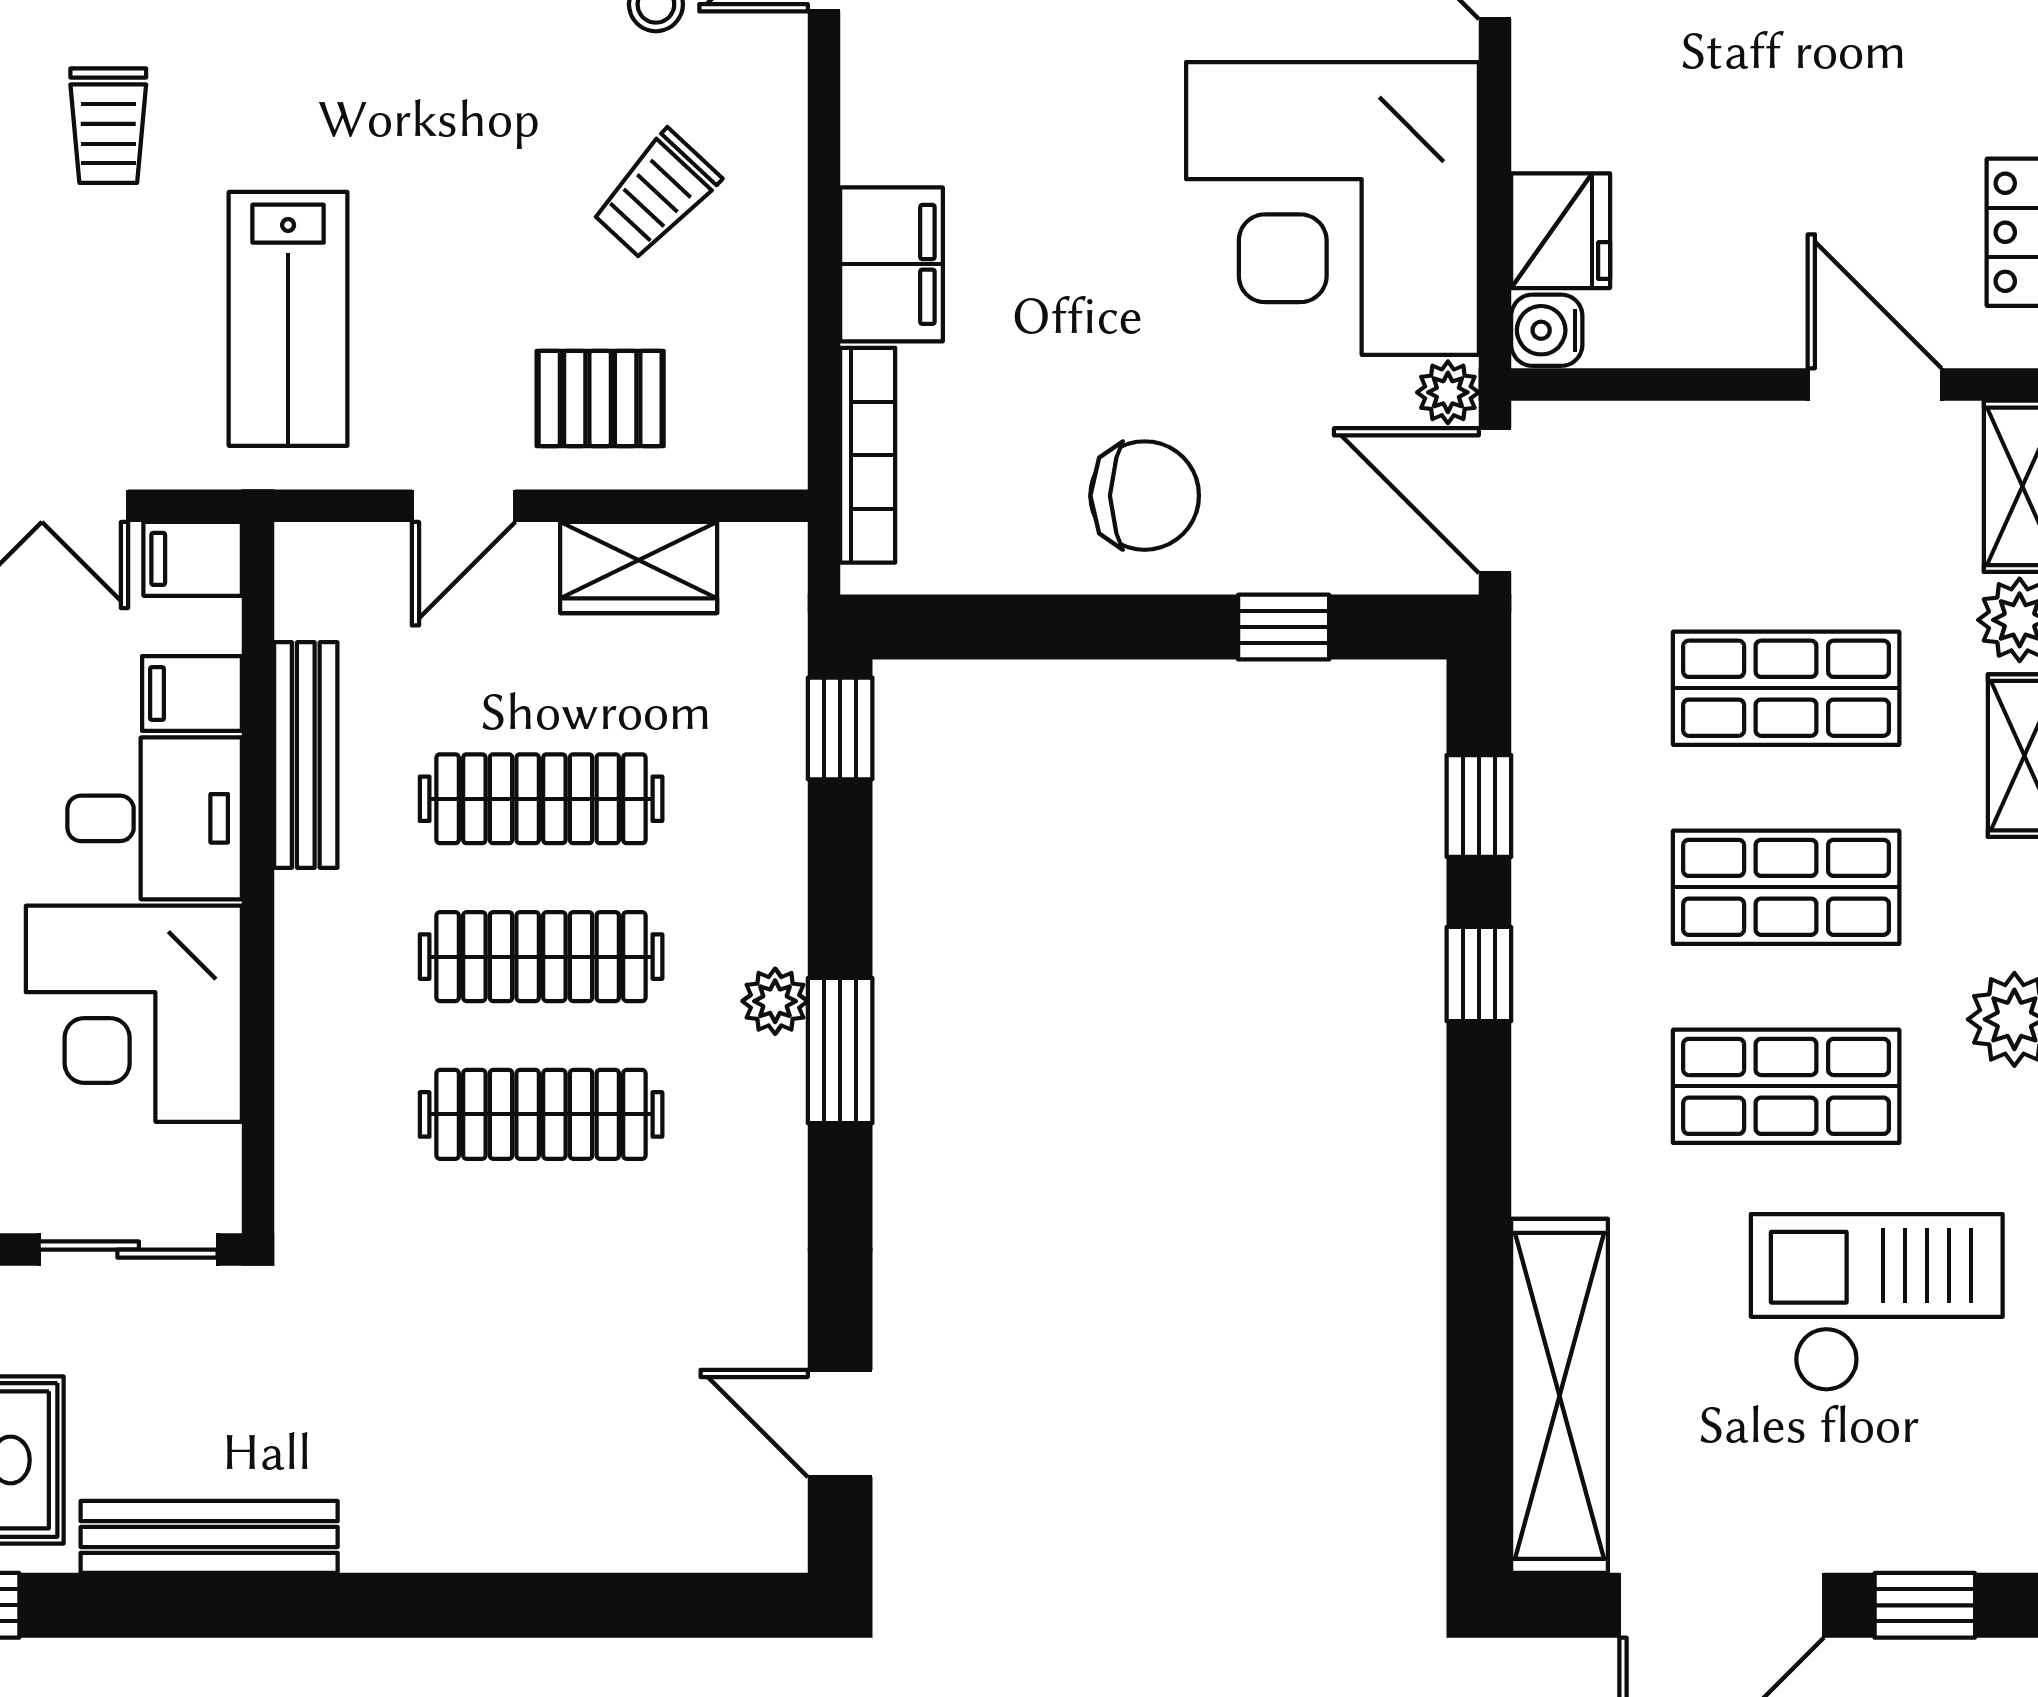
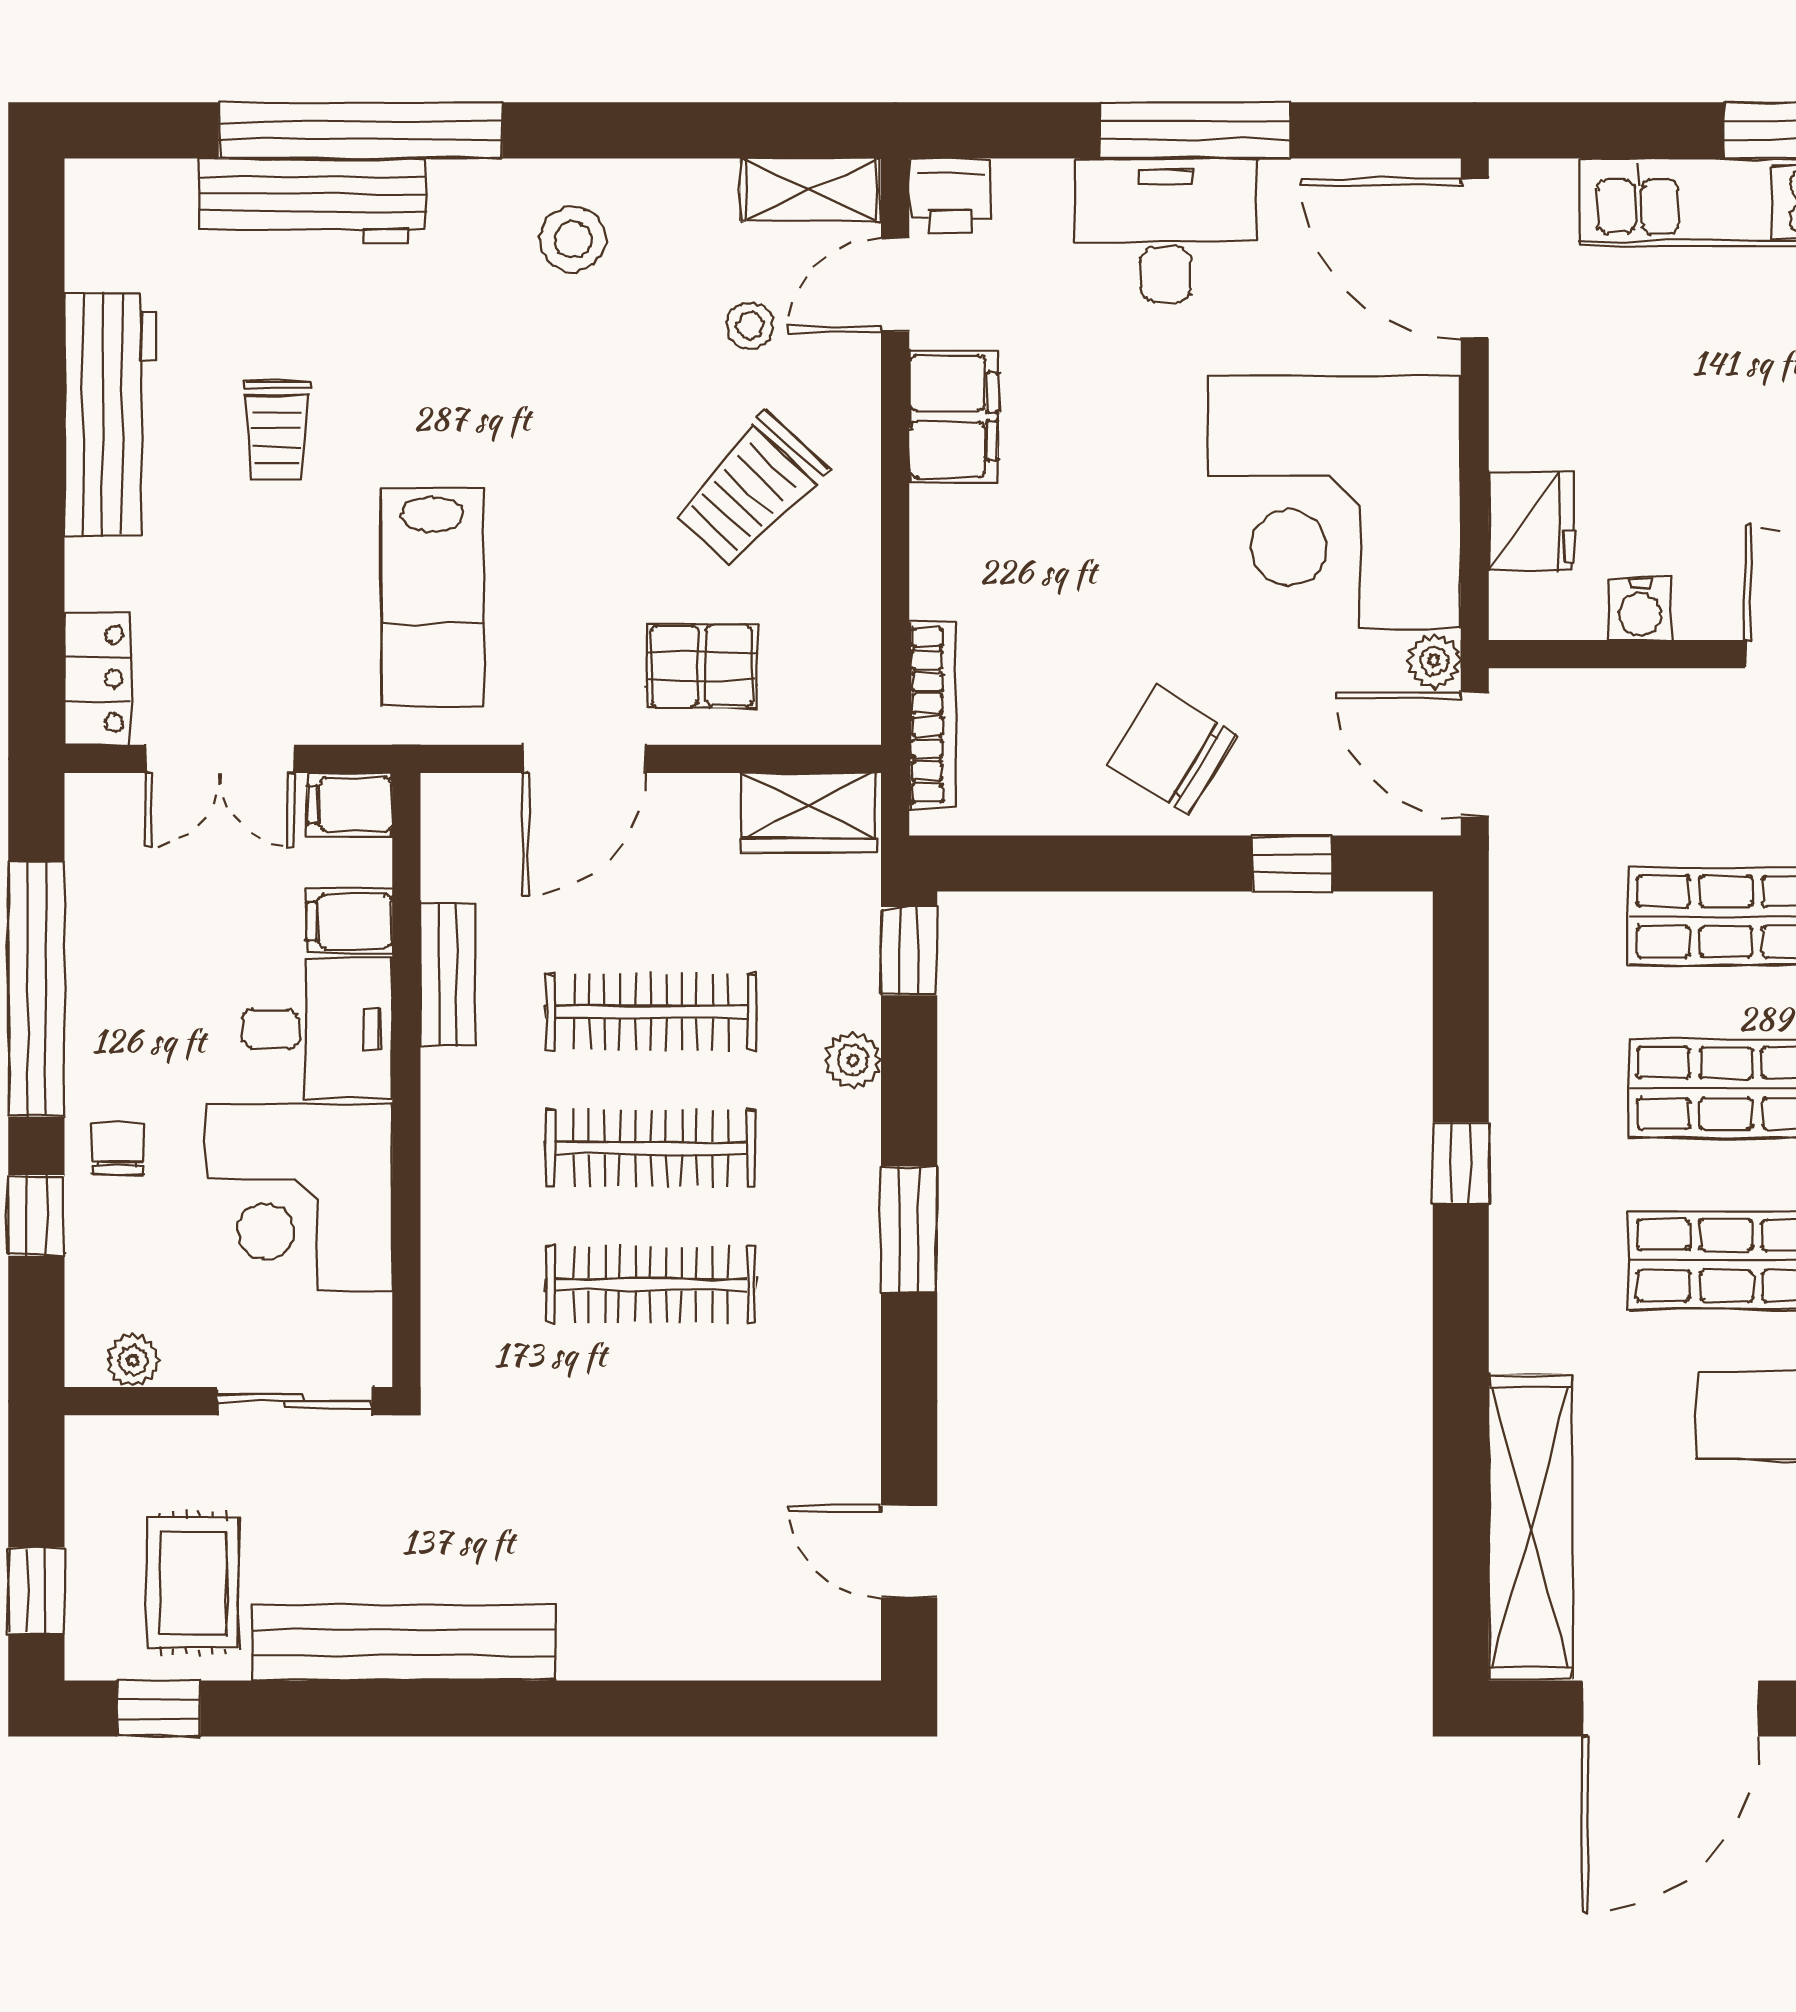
trolley: (656, 195) -> (750, 490), width x1.36, depth x1.39
filing cabinet: (891, 264) -> (953, 416), moved
water cooler: (1547, 330) -> (1640, 609), moved, turned -90
chair: (1145, 496) -> (1172, 750), turned -148
door: (464, 506) -> (584, 759), width x1.38
wardrobe: (639, 568) -> (808, 812), moved
bench: (306, 755) -> (448, 974), width x0.73
window: (1479, 806) -> (1461, 1018), removed
plant: (775, 1001) -> (853, 1060), moved
bench: (209, 1537) -> (405, 1643), width x1.37, depth x1.21

